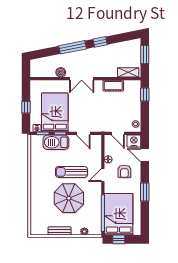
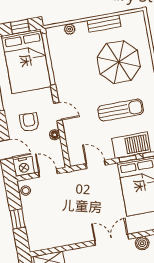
cot: (113, 86) -> (66, 238), removed
window: (145, 95) -> (18, 219), moved
sun lounger: (71, 172) -> (121, 110), moved
door: (103, 175) -> (58, 112), hinge flipped
parasol: (69, 198) -> (119, 62), moved

